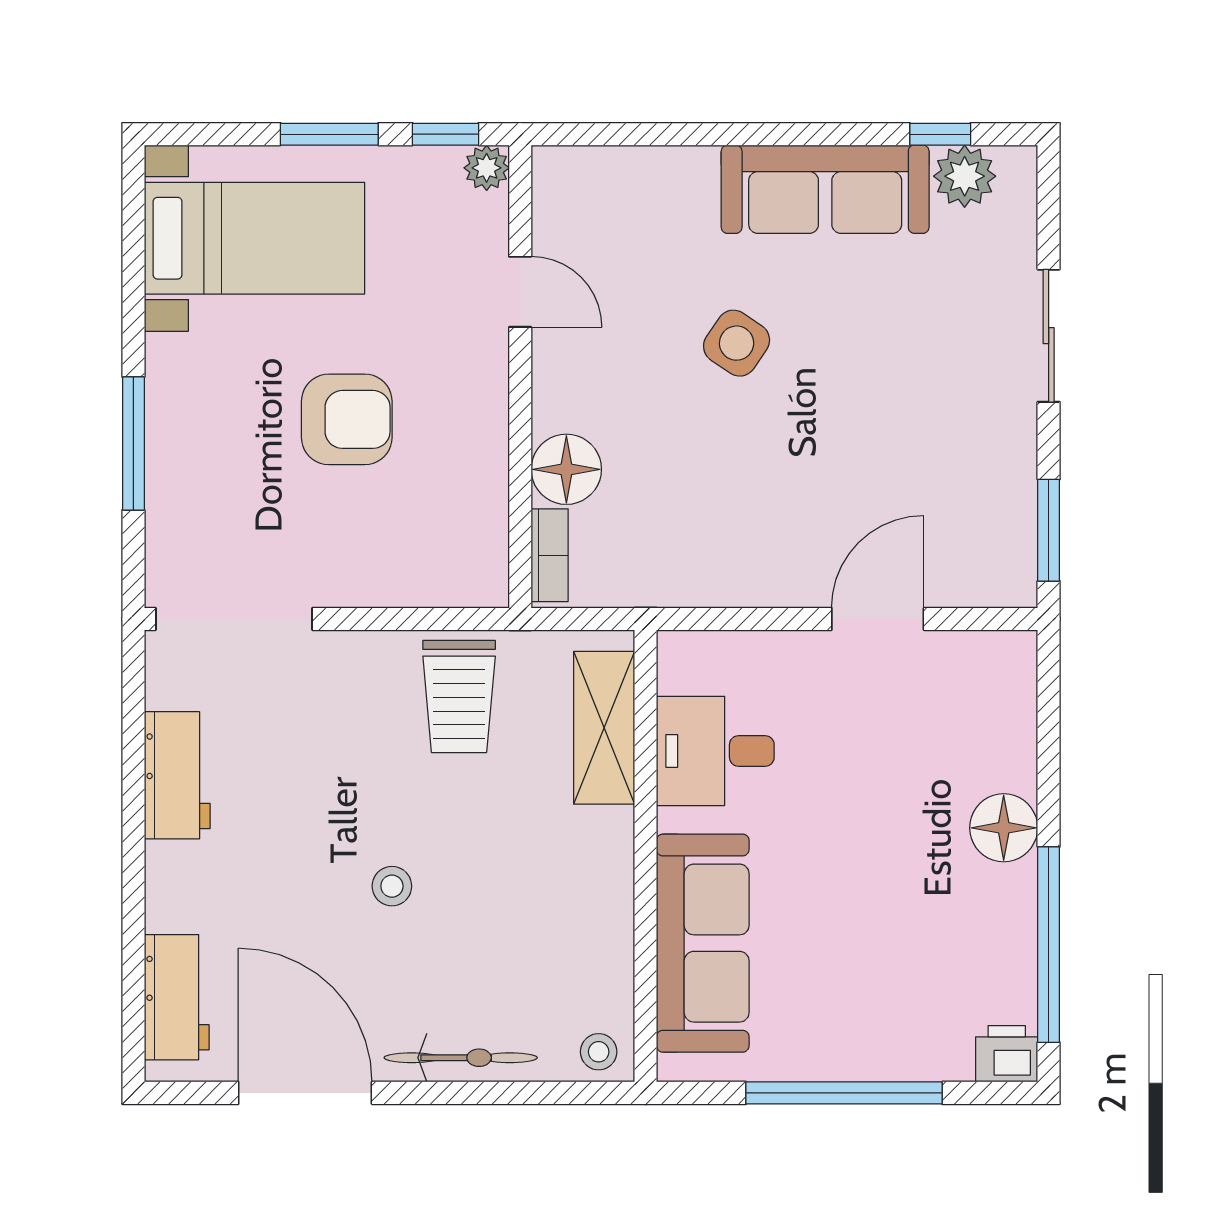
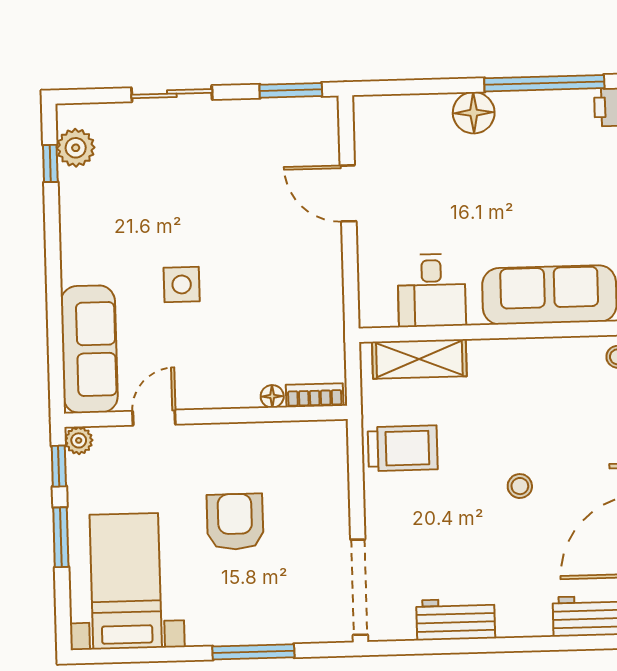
sofa: (825, 189) -> (89, 349), moved
side table: (737, 343) -> (182, 284), turned -34
floor lamp: (566, 469) -> (272, 396), width x0.53, depth x0.53

